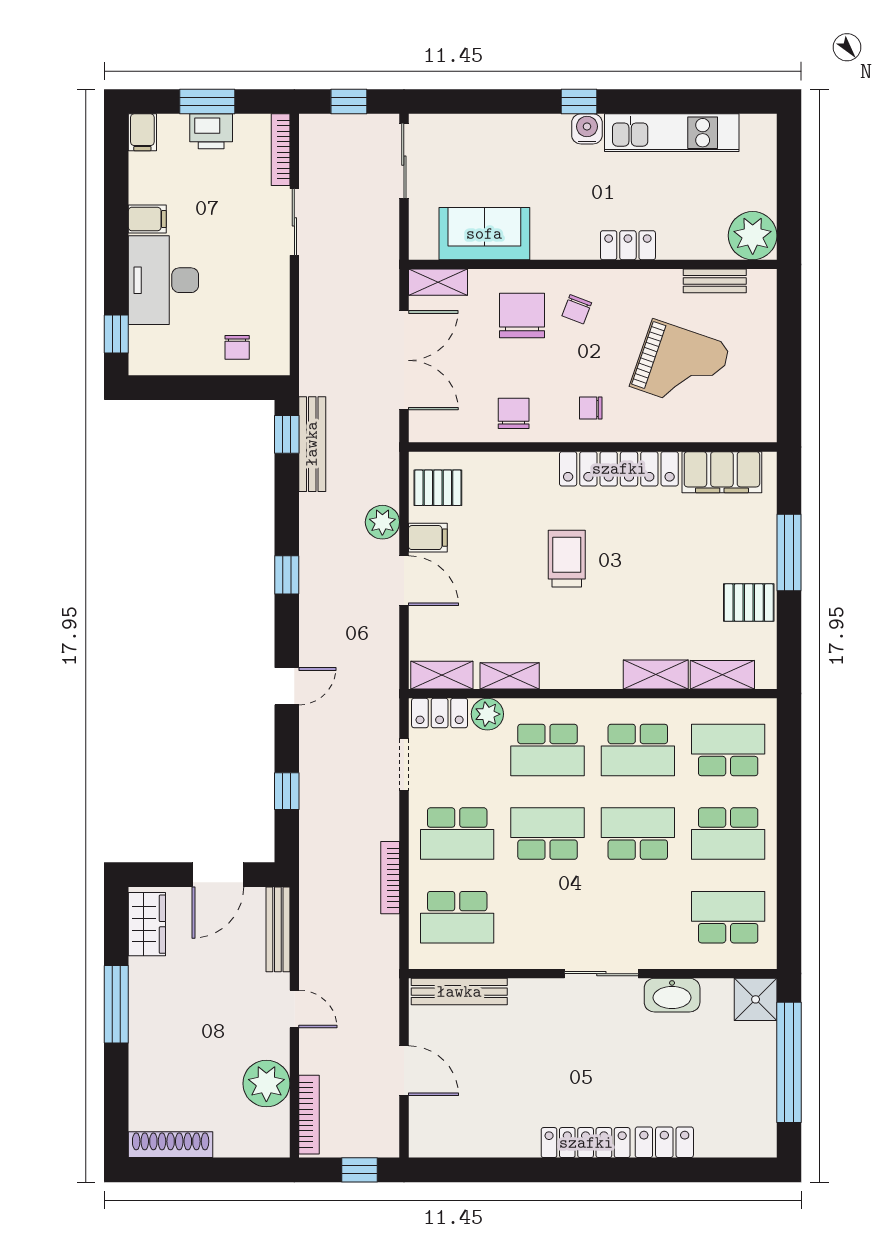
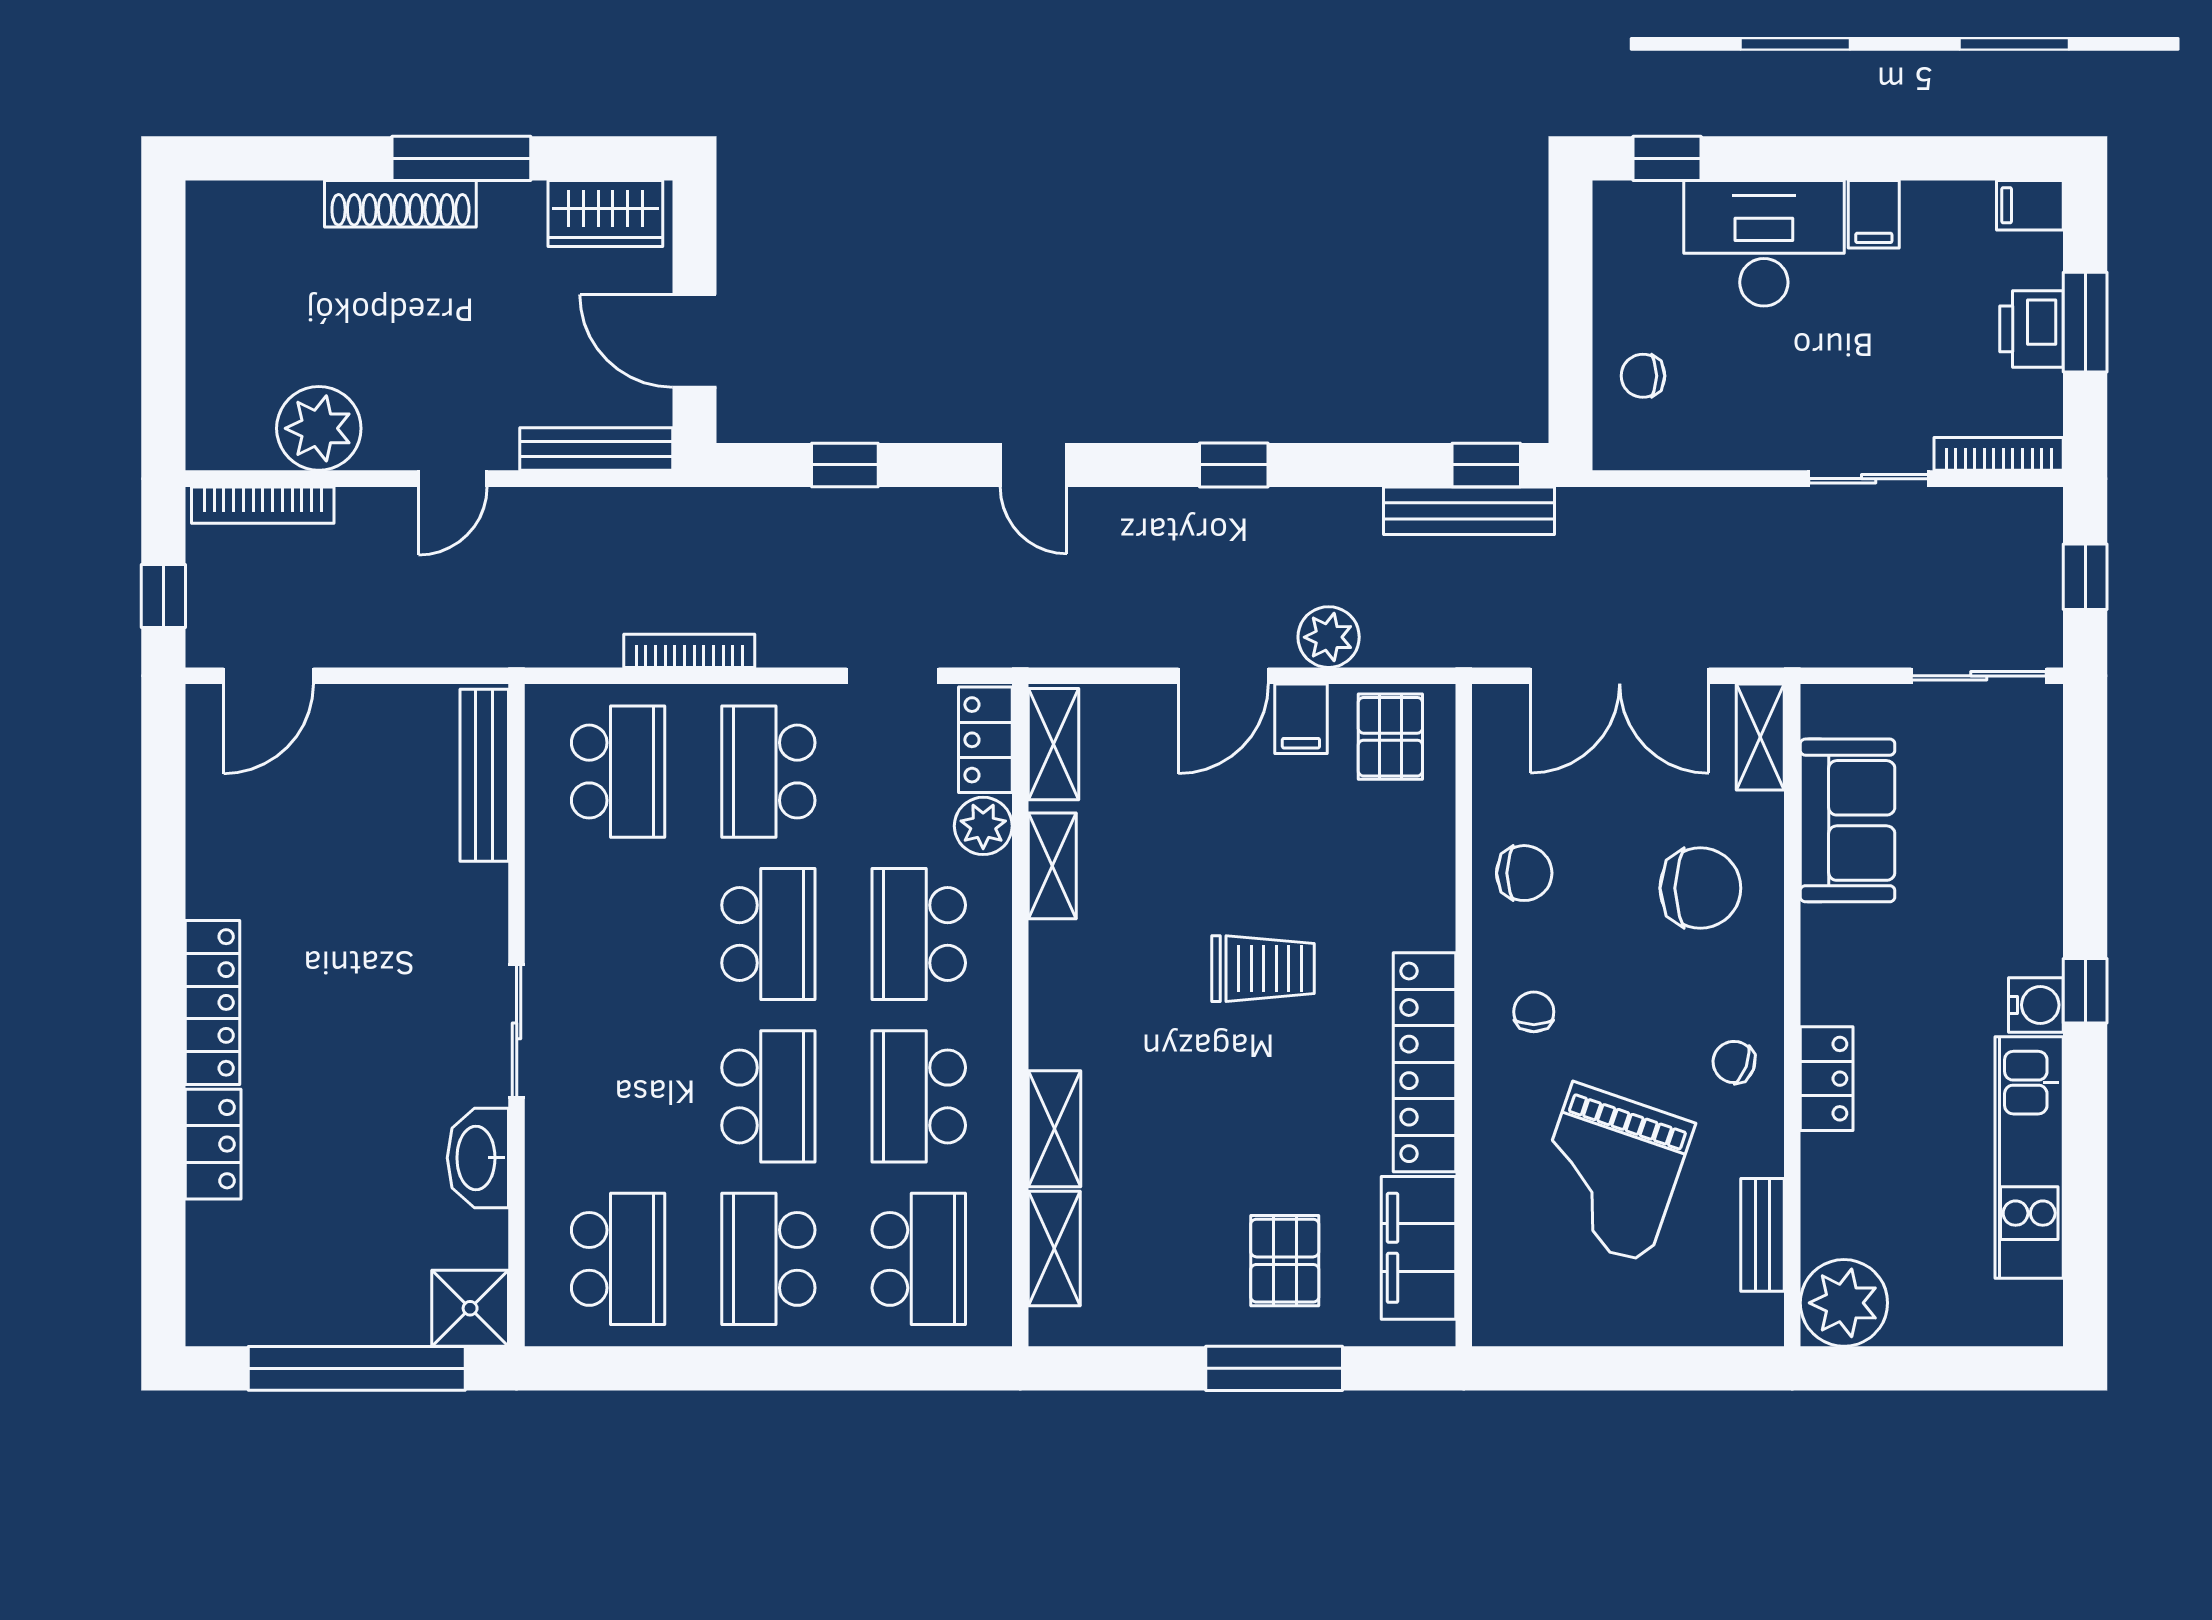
chair: (577, 309) -> (1734, 1062), moved
pallet: (749, 603) -> (1285, 1261), moved
school desk: (457, 917) -> (618, 772), turned 180
door: (404, 1071) -> (268, 676), moved
shoe rack: (171, 1145) -> (400, 204), moved, turned 90

